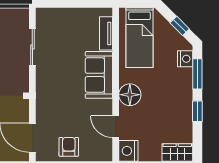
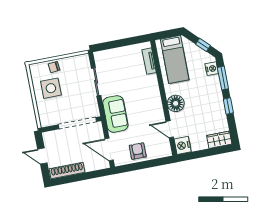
sofa: (99, 75) -> (115, 114), moved, turned 180

